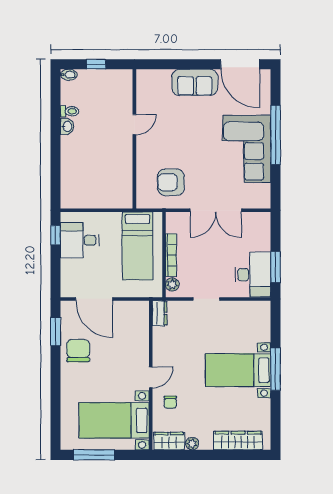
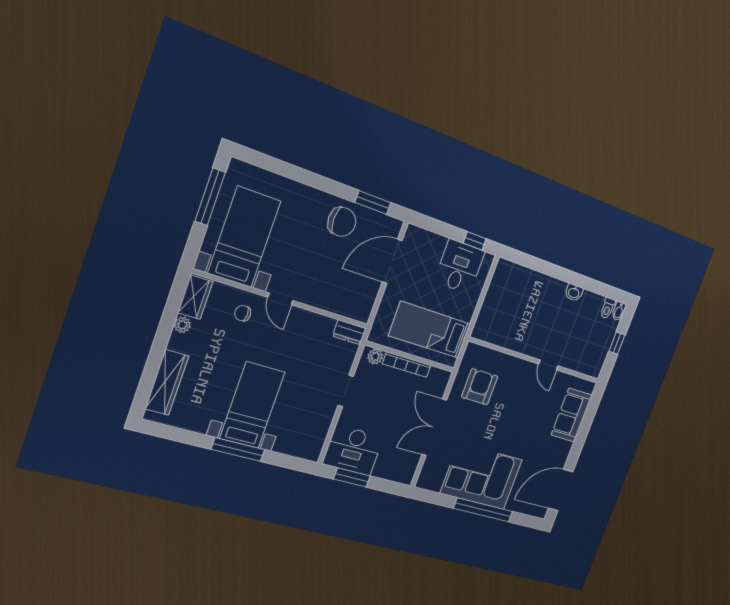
sofa: (195, 82) -> (572, 415), moved
toilet: (70, 111) -> (608, 308), moved

